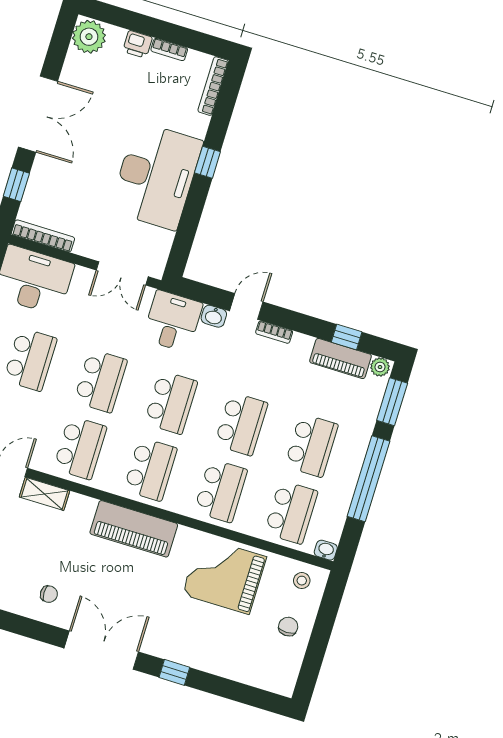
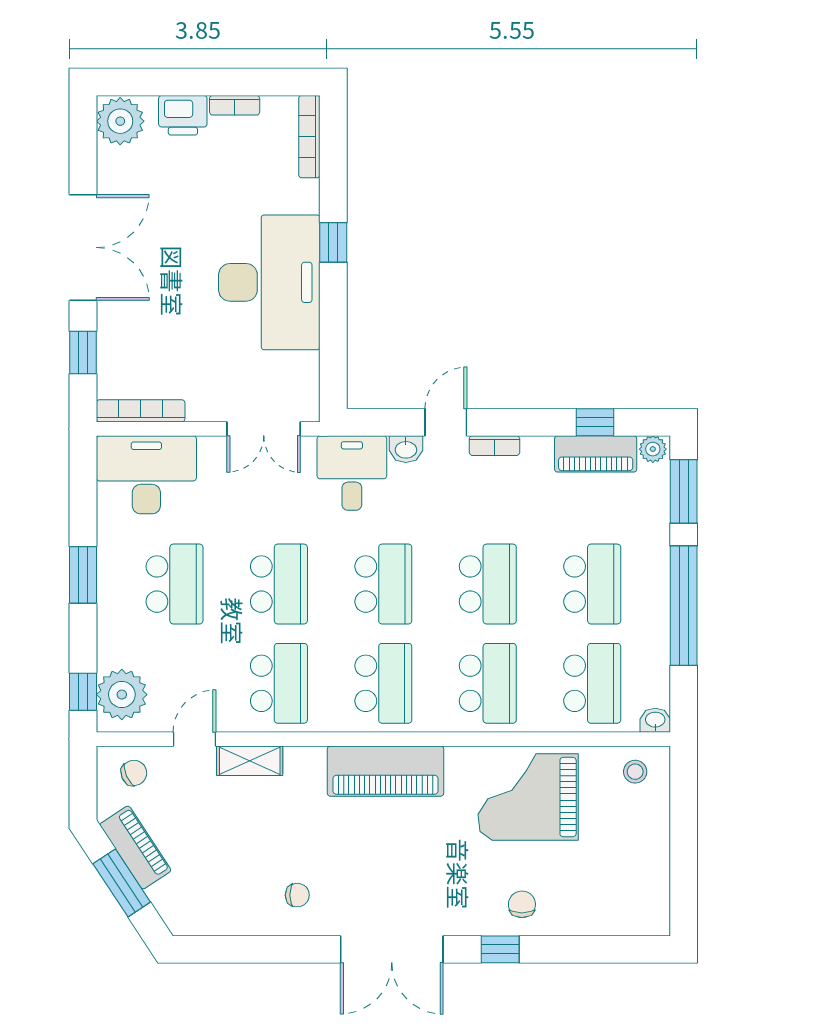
printer: (137, 44) -> (183, 115), width x1.36, depth x1.24
chair: (288, 627) -> (522, 904), moved
double door: (101, 650) -> (392, 949), swing flipped

